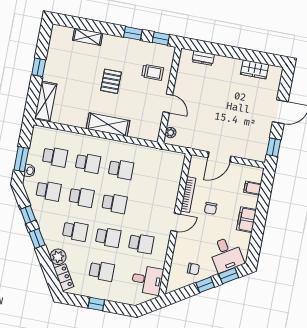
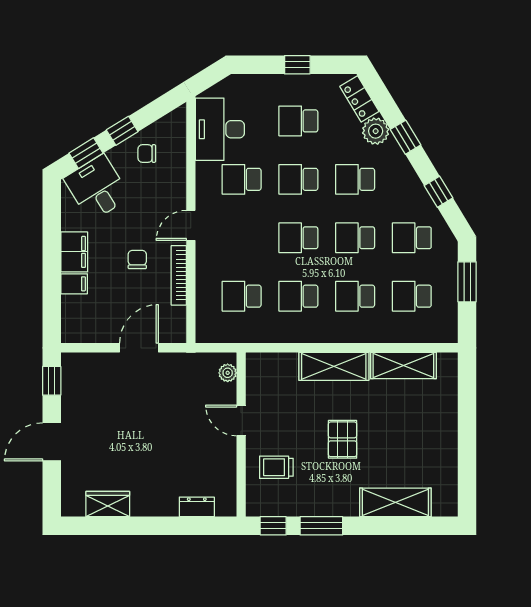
window: (133, 33) -> (321, 526), width x1.50
shelving: (88, 37) -> (395, 502), width x1.50, depth x1.33
window: (39, 67) -> (467, 440), removed
shelving: (46, 102) -> (403, 365), moved, turned 90
washbasin: (30, 171) -> (450, 265), removed
school desk: (154, 176) -> (242, 296), added
filing cabinet: (252, 188) -> (74, 284), moved
window: (37, 239) -> (406, 137), moved
desk: (147, 280) -> (220, 129), width x1.37

